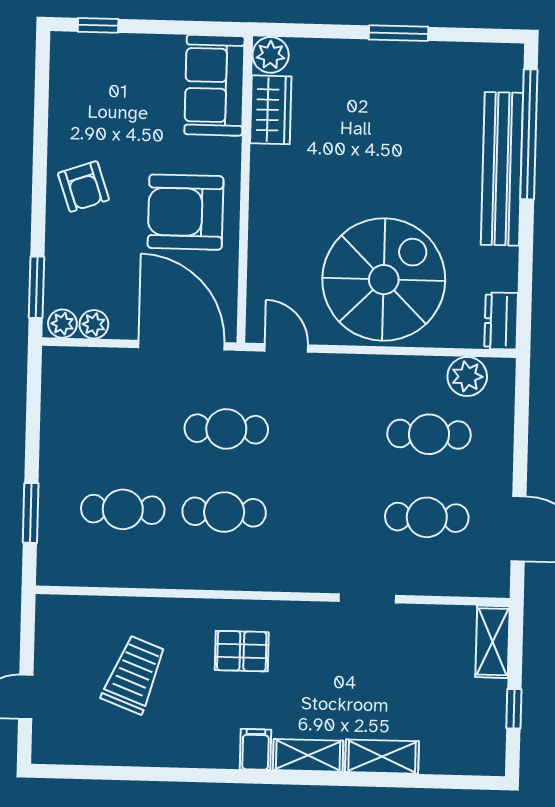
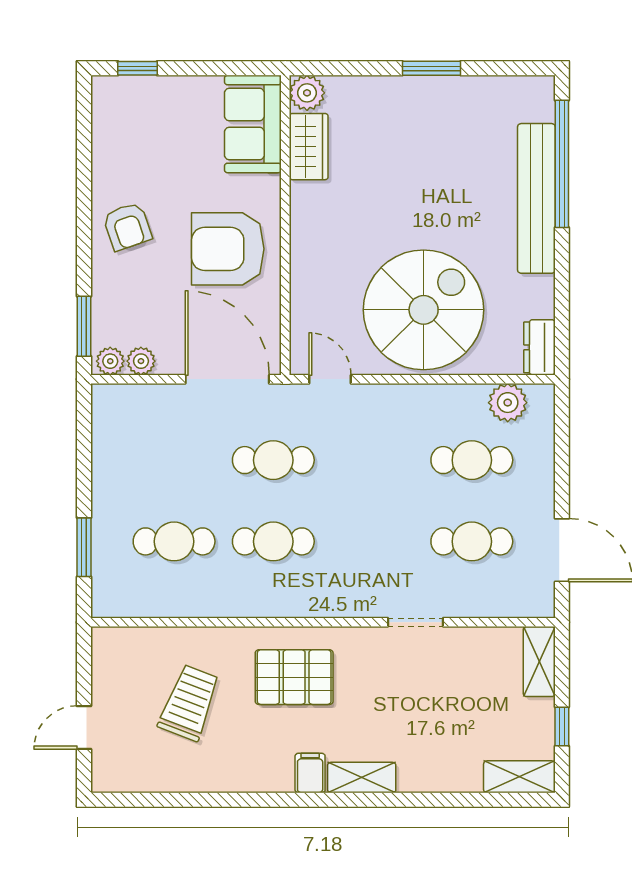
pallet: (242, 651) -> (294, 677), width x1.50, depth x1.42
shelving: (382, 757) -> (519, 777), moved

